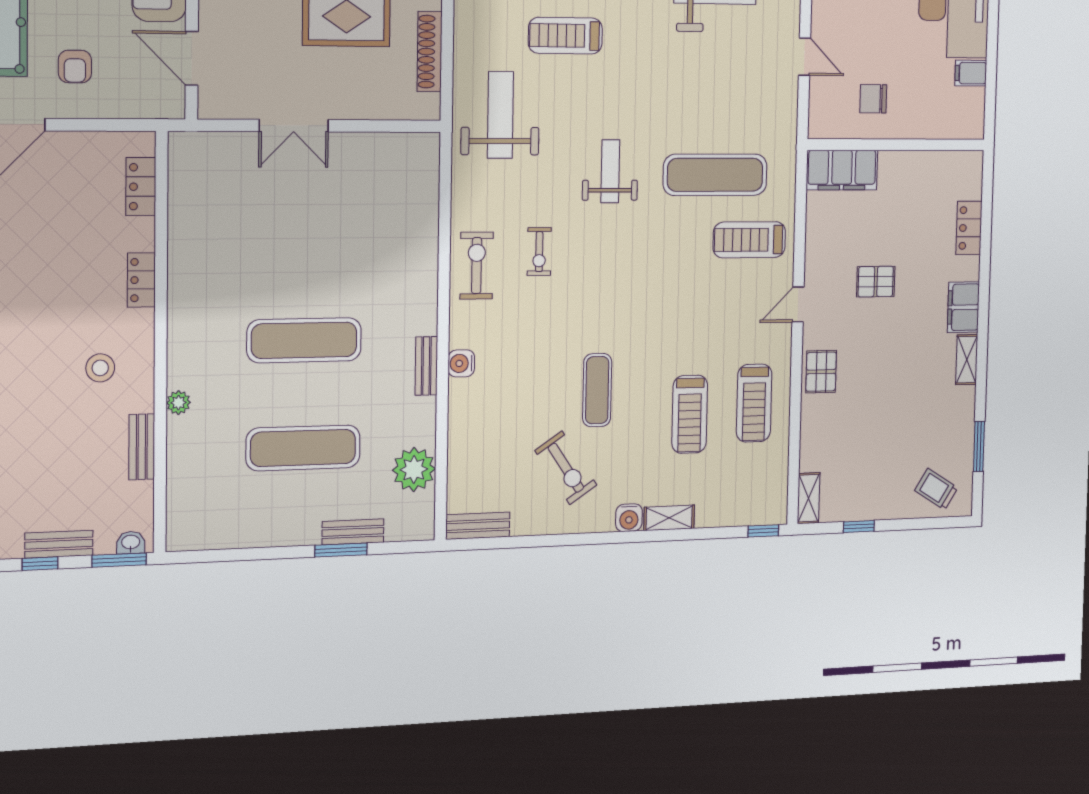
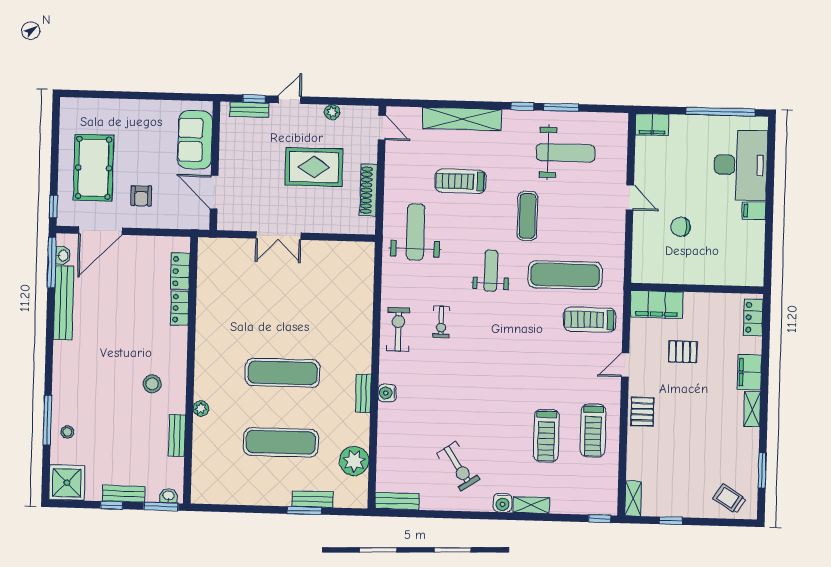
wall: (897, 145) -> (697, 288), moved
filing cabinet: (842, 170) -> (657, 304), moved
locker: (141, 280) -> (180, 308), moved
exercise mat: (597, 390) -> (527, 216), moved

